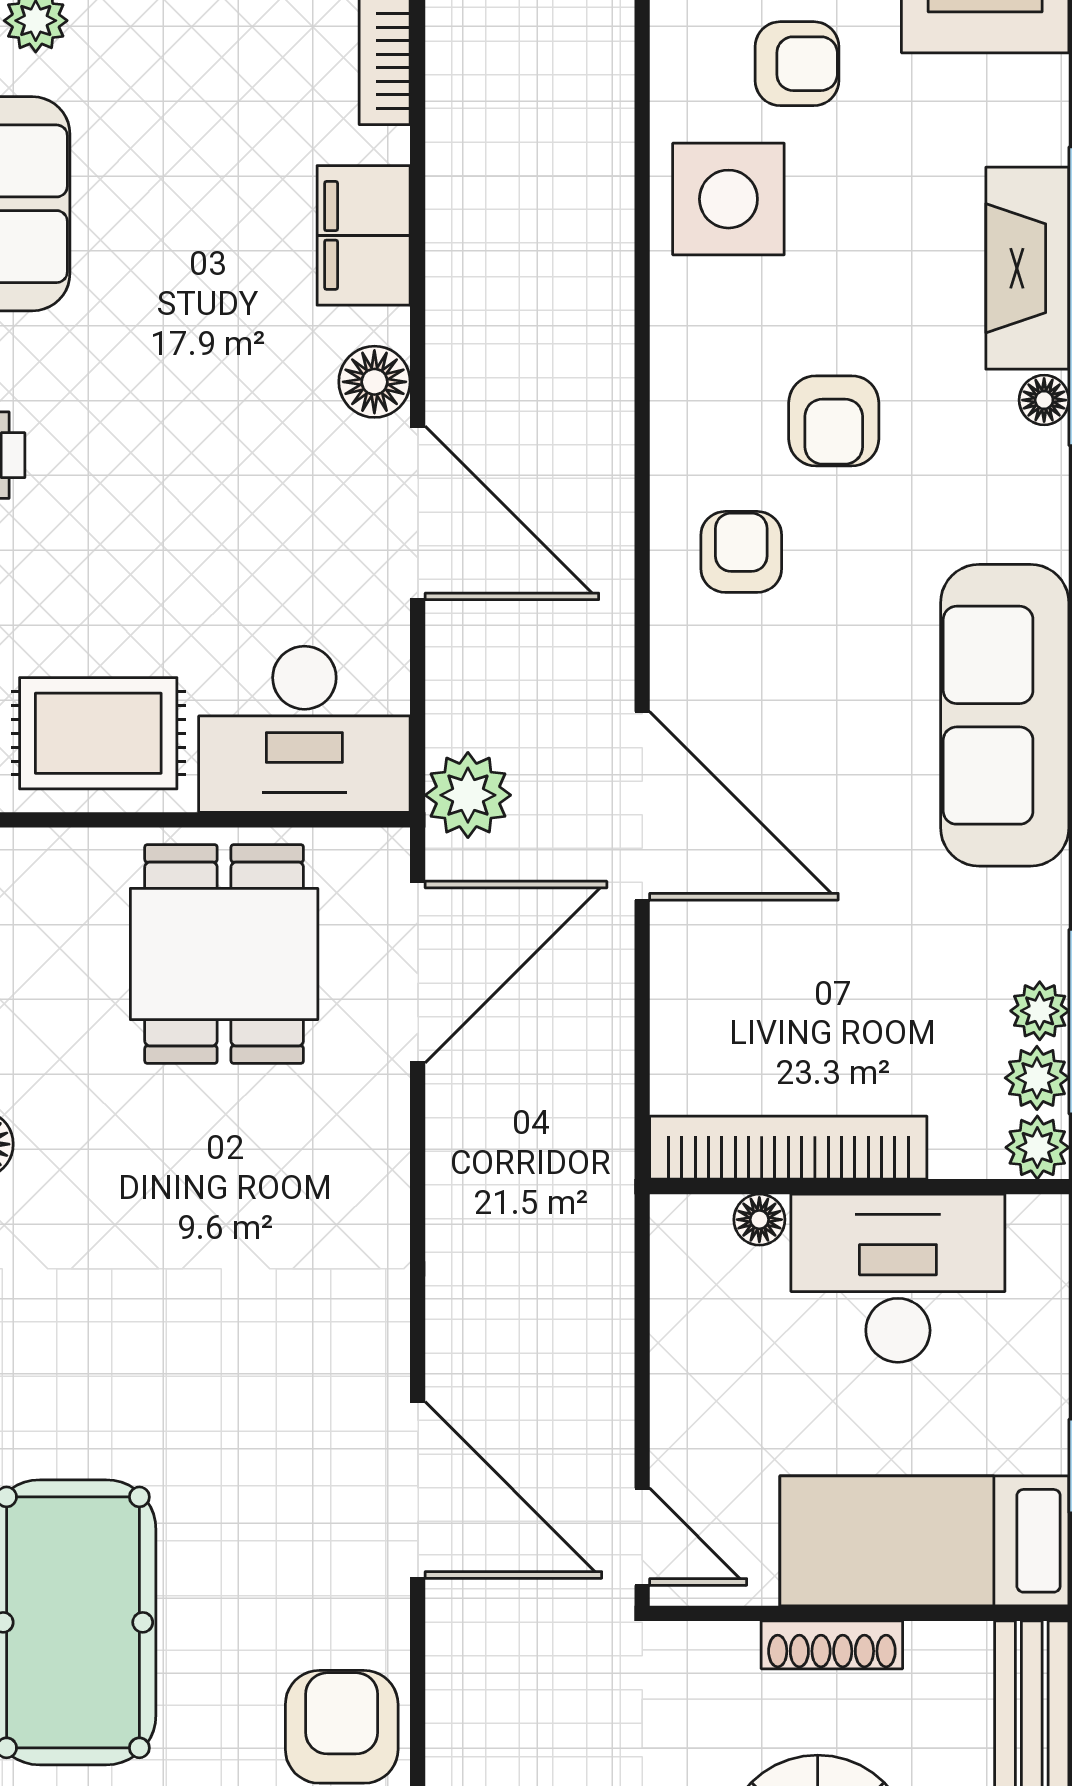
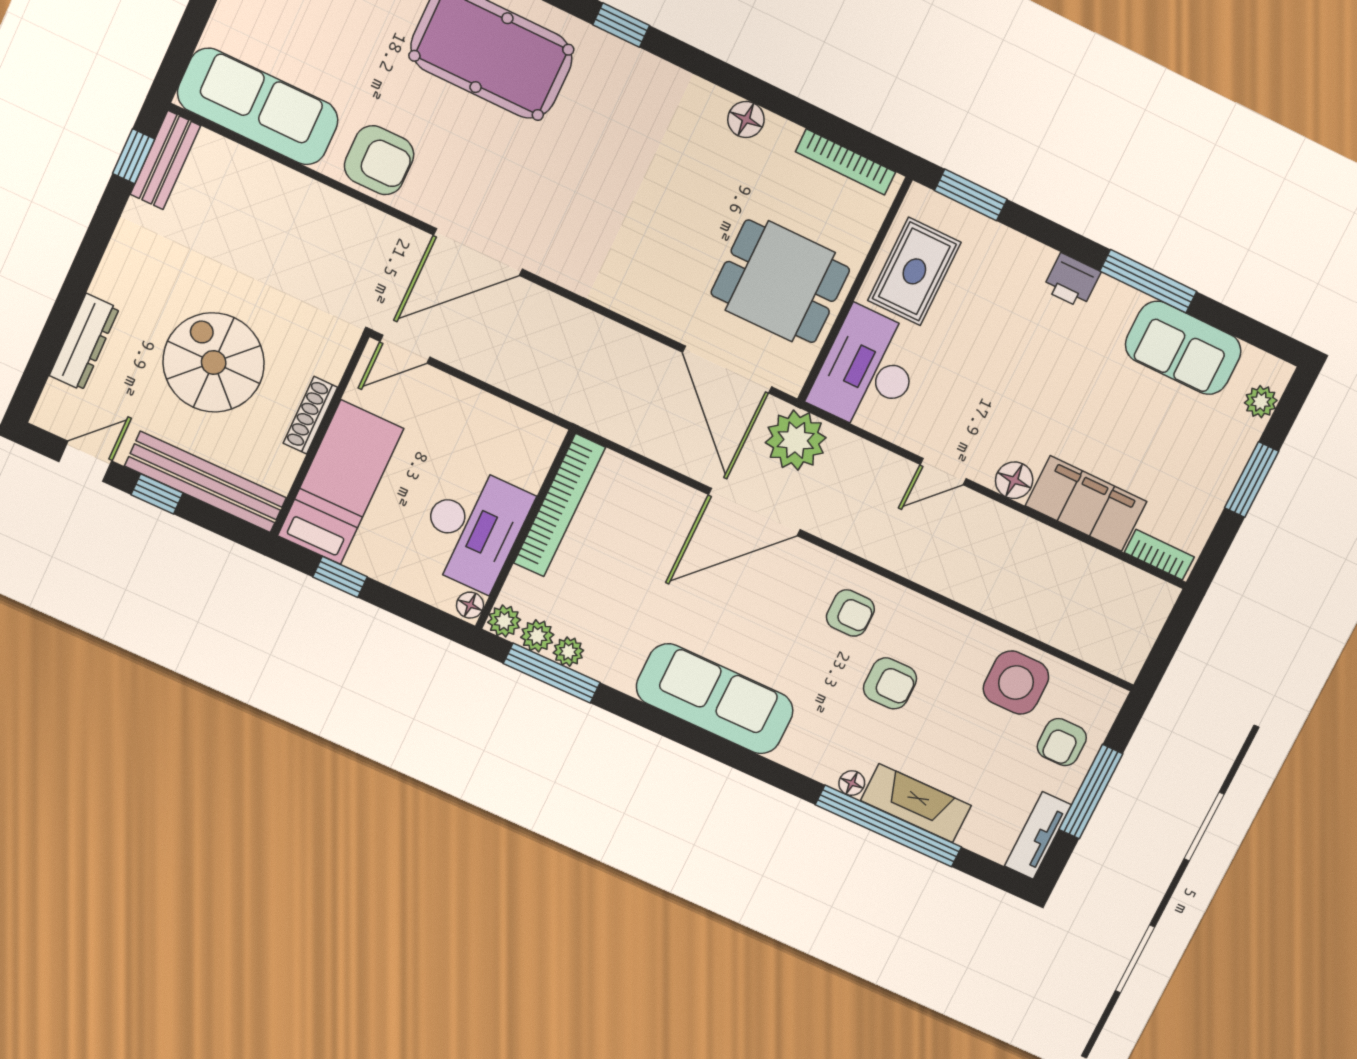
filing cabinet: (364, 235) -> (1086, 504), width x1.50, depth x1.17
armchair: (834, 421) -> (890, 683), turned 180
door: (418, 513) -> (943, 472), width x0.53
plant: (468, 795) -> (796, 440), width x1.36, depth x1.36
floor lamp: (759, 1220) -> (470, 605), moved

